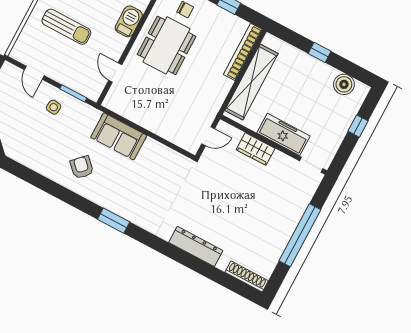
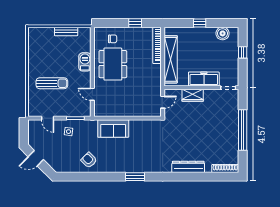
armchair: (82, 167) -> (89, 160), moved

